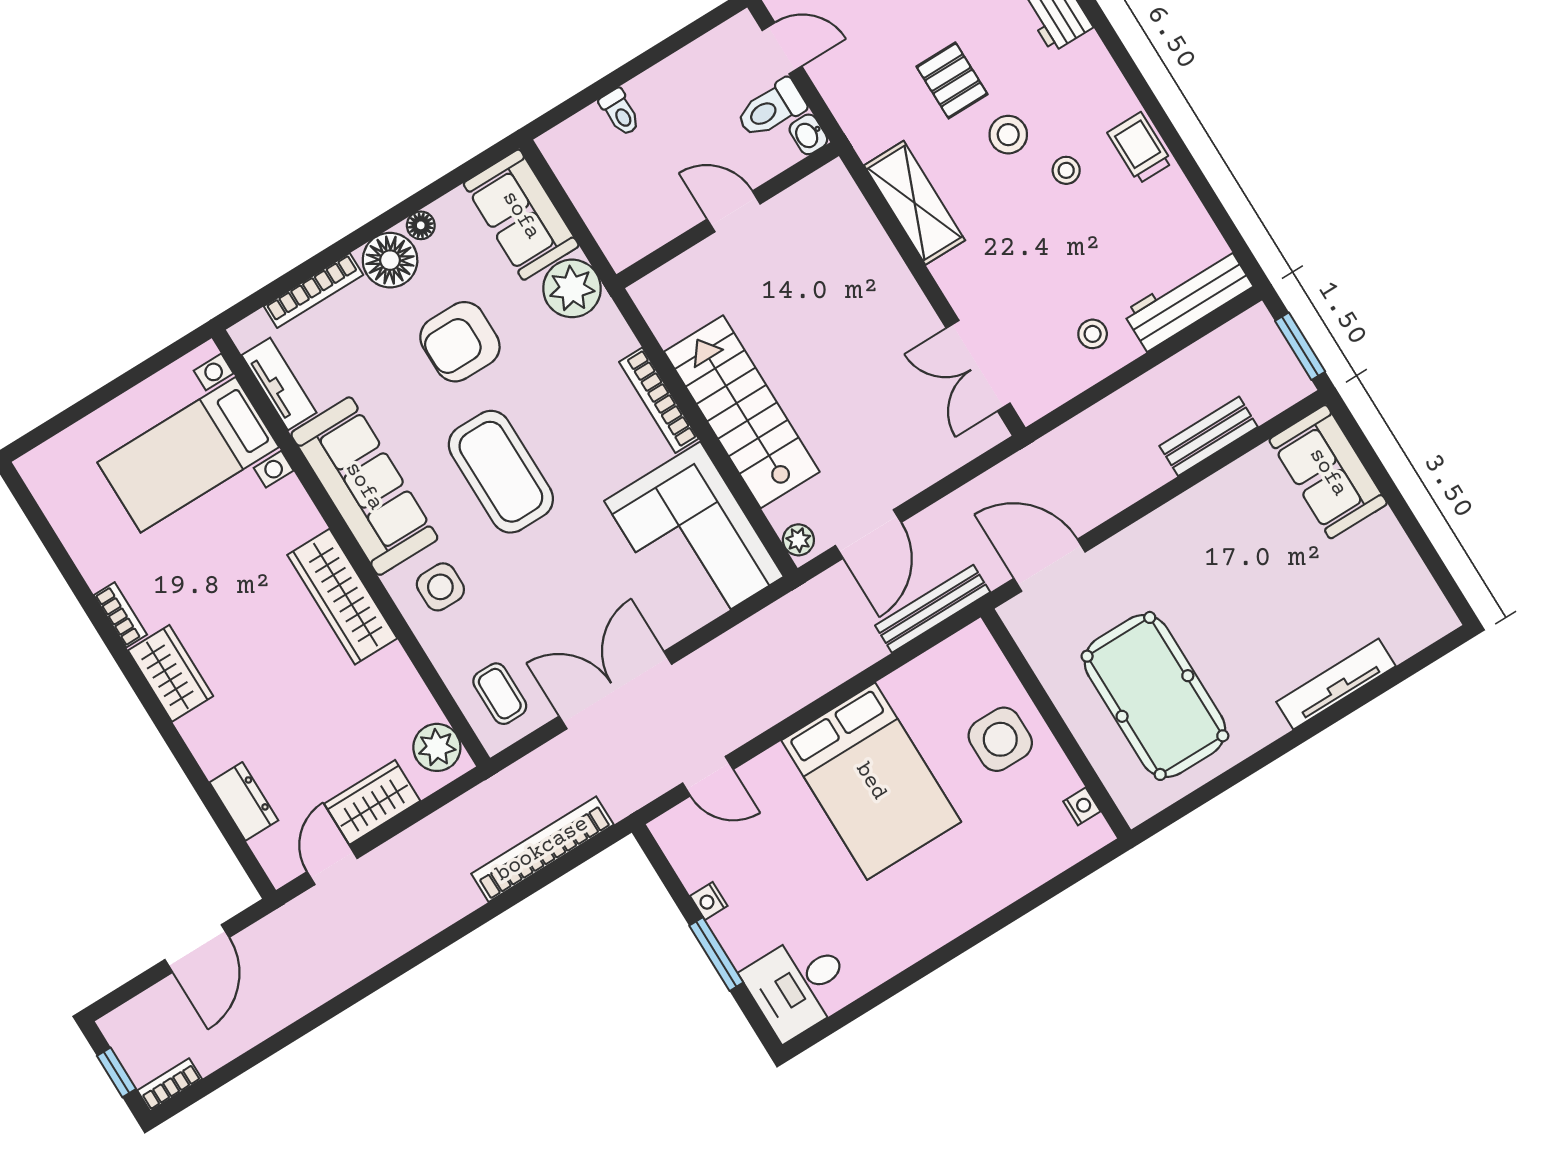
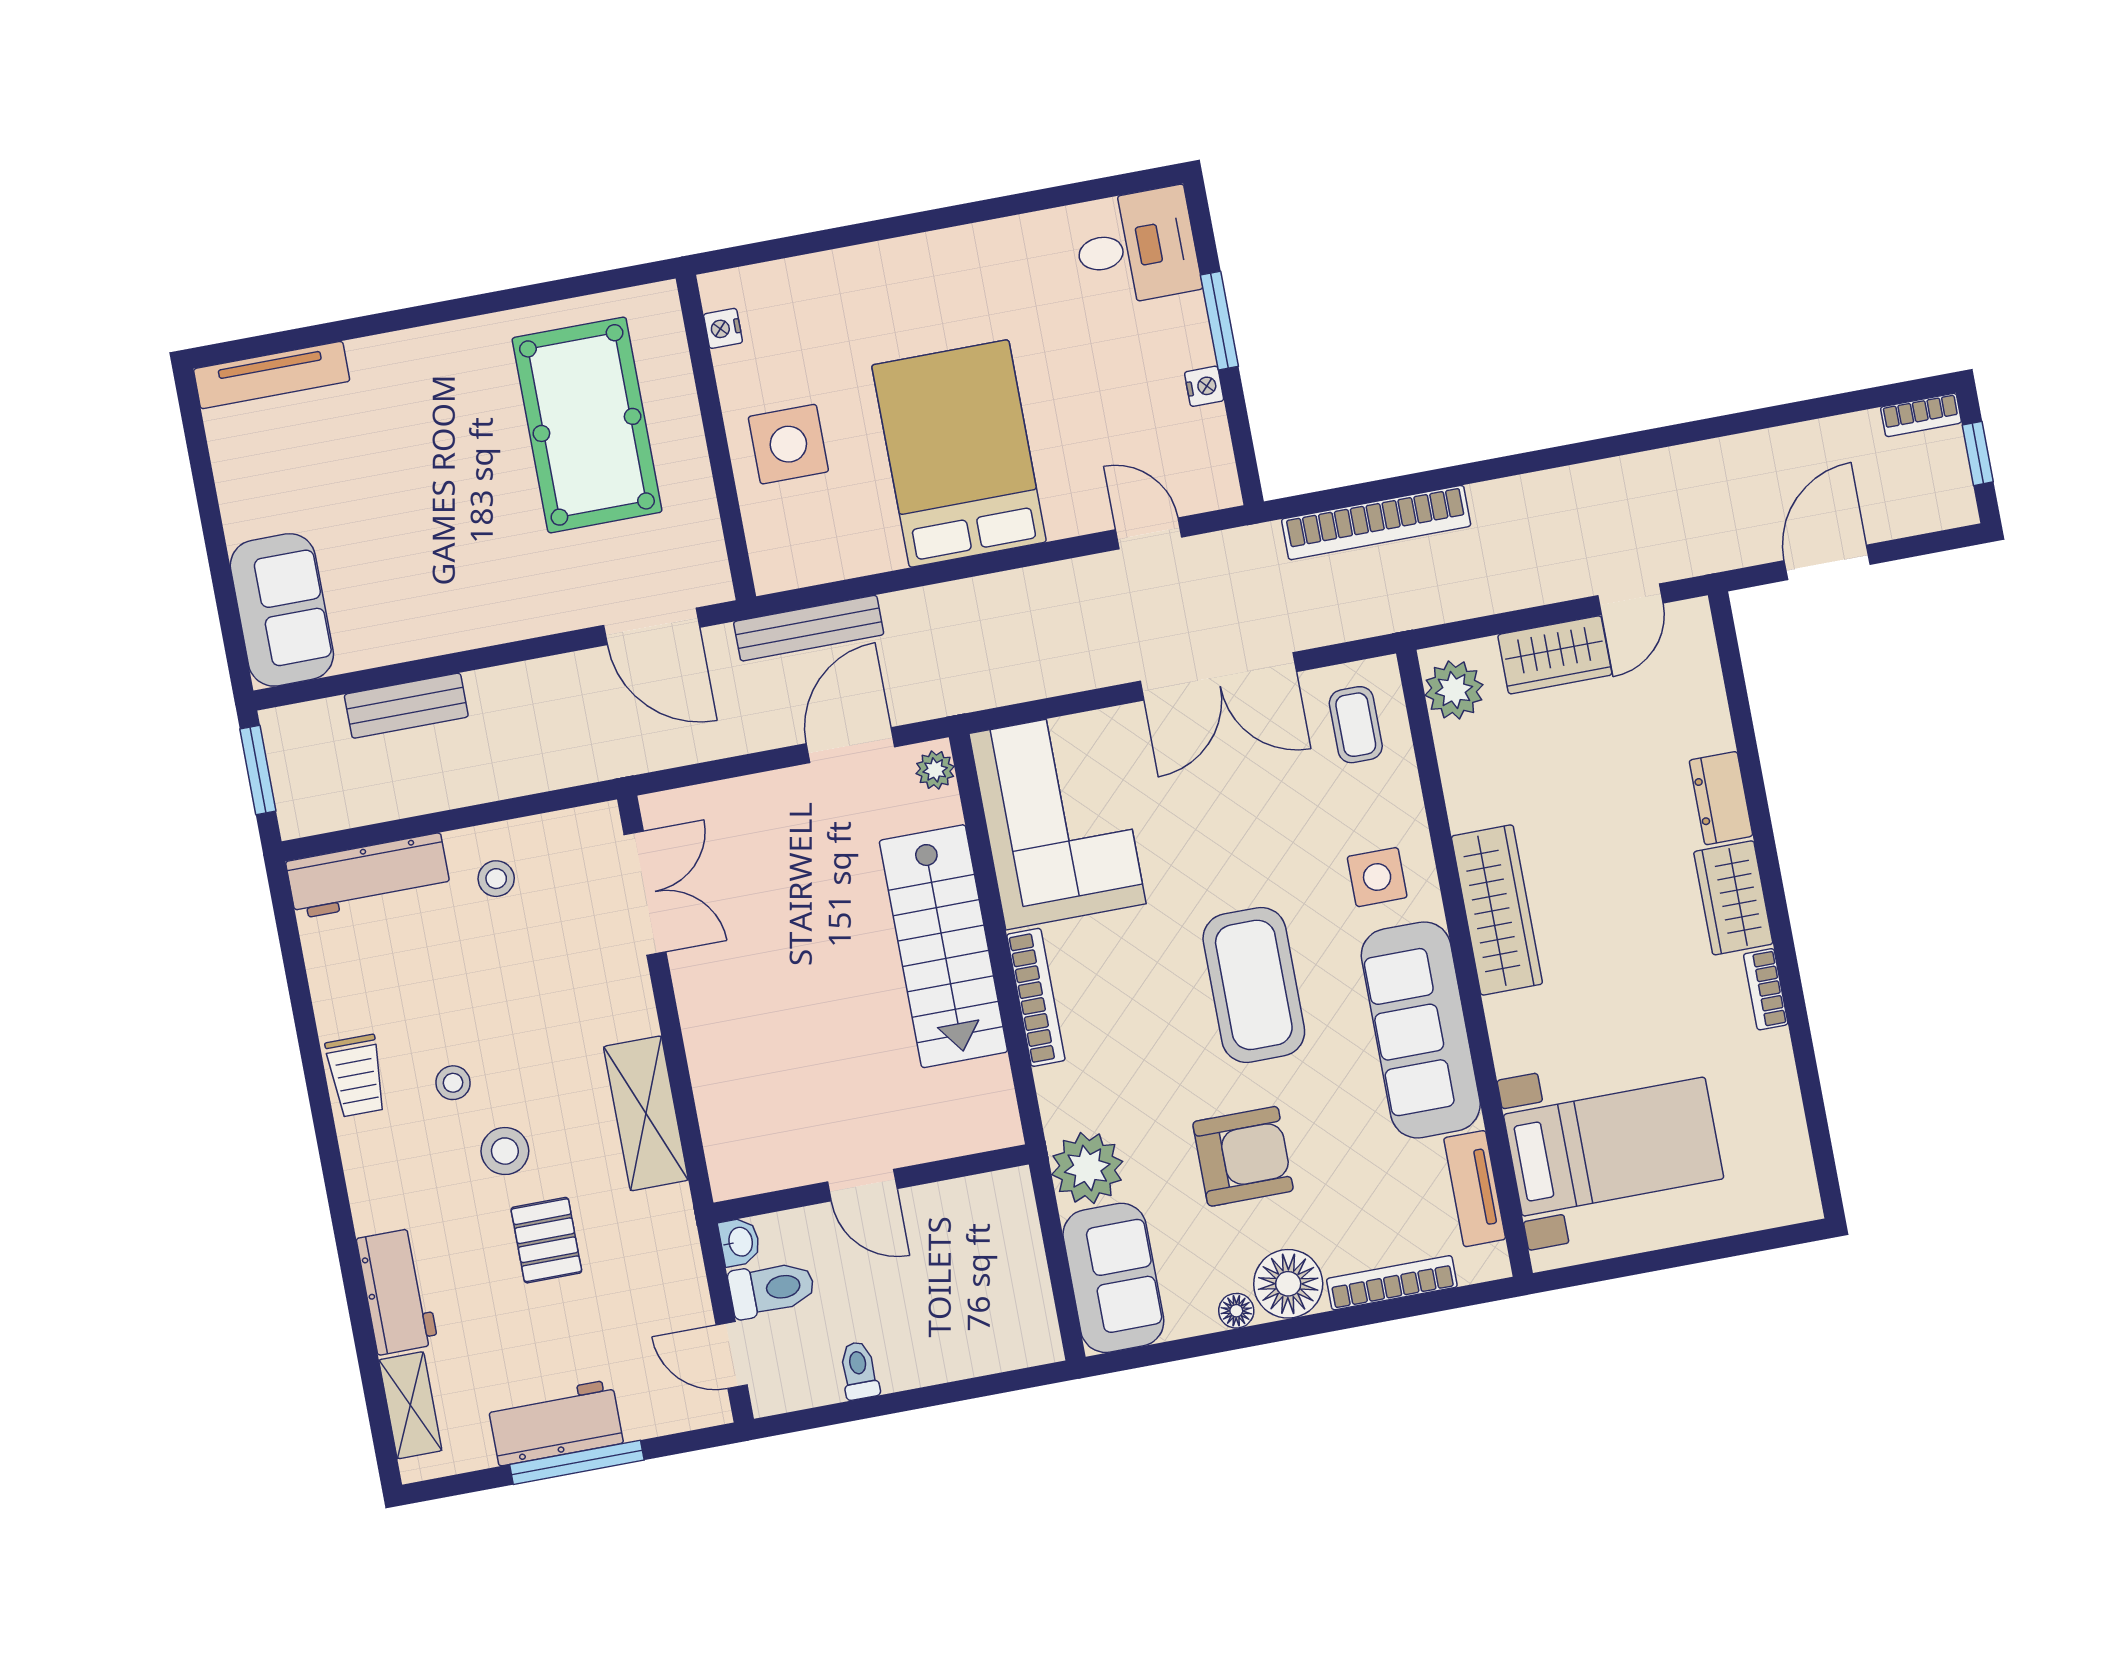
toilet: (620, 112) -> (859, 1370), moved
tv unit: (1336, 684) -> (272, 375), moved
dresser: (244, 801) -> (1721, 798), moved

